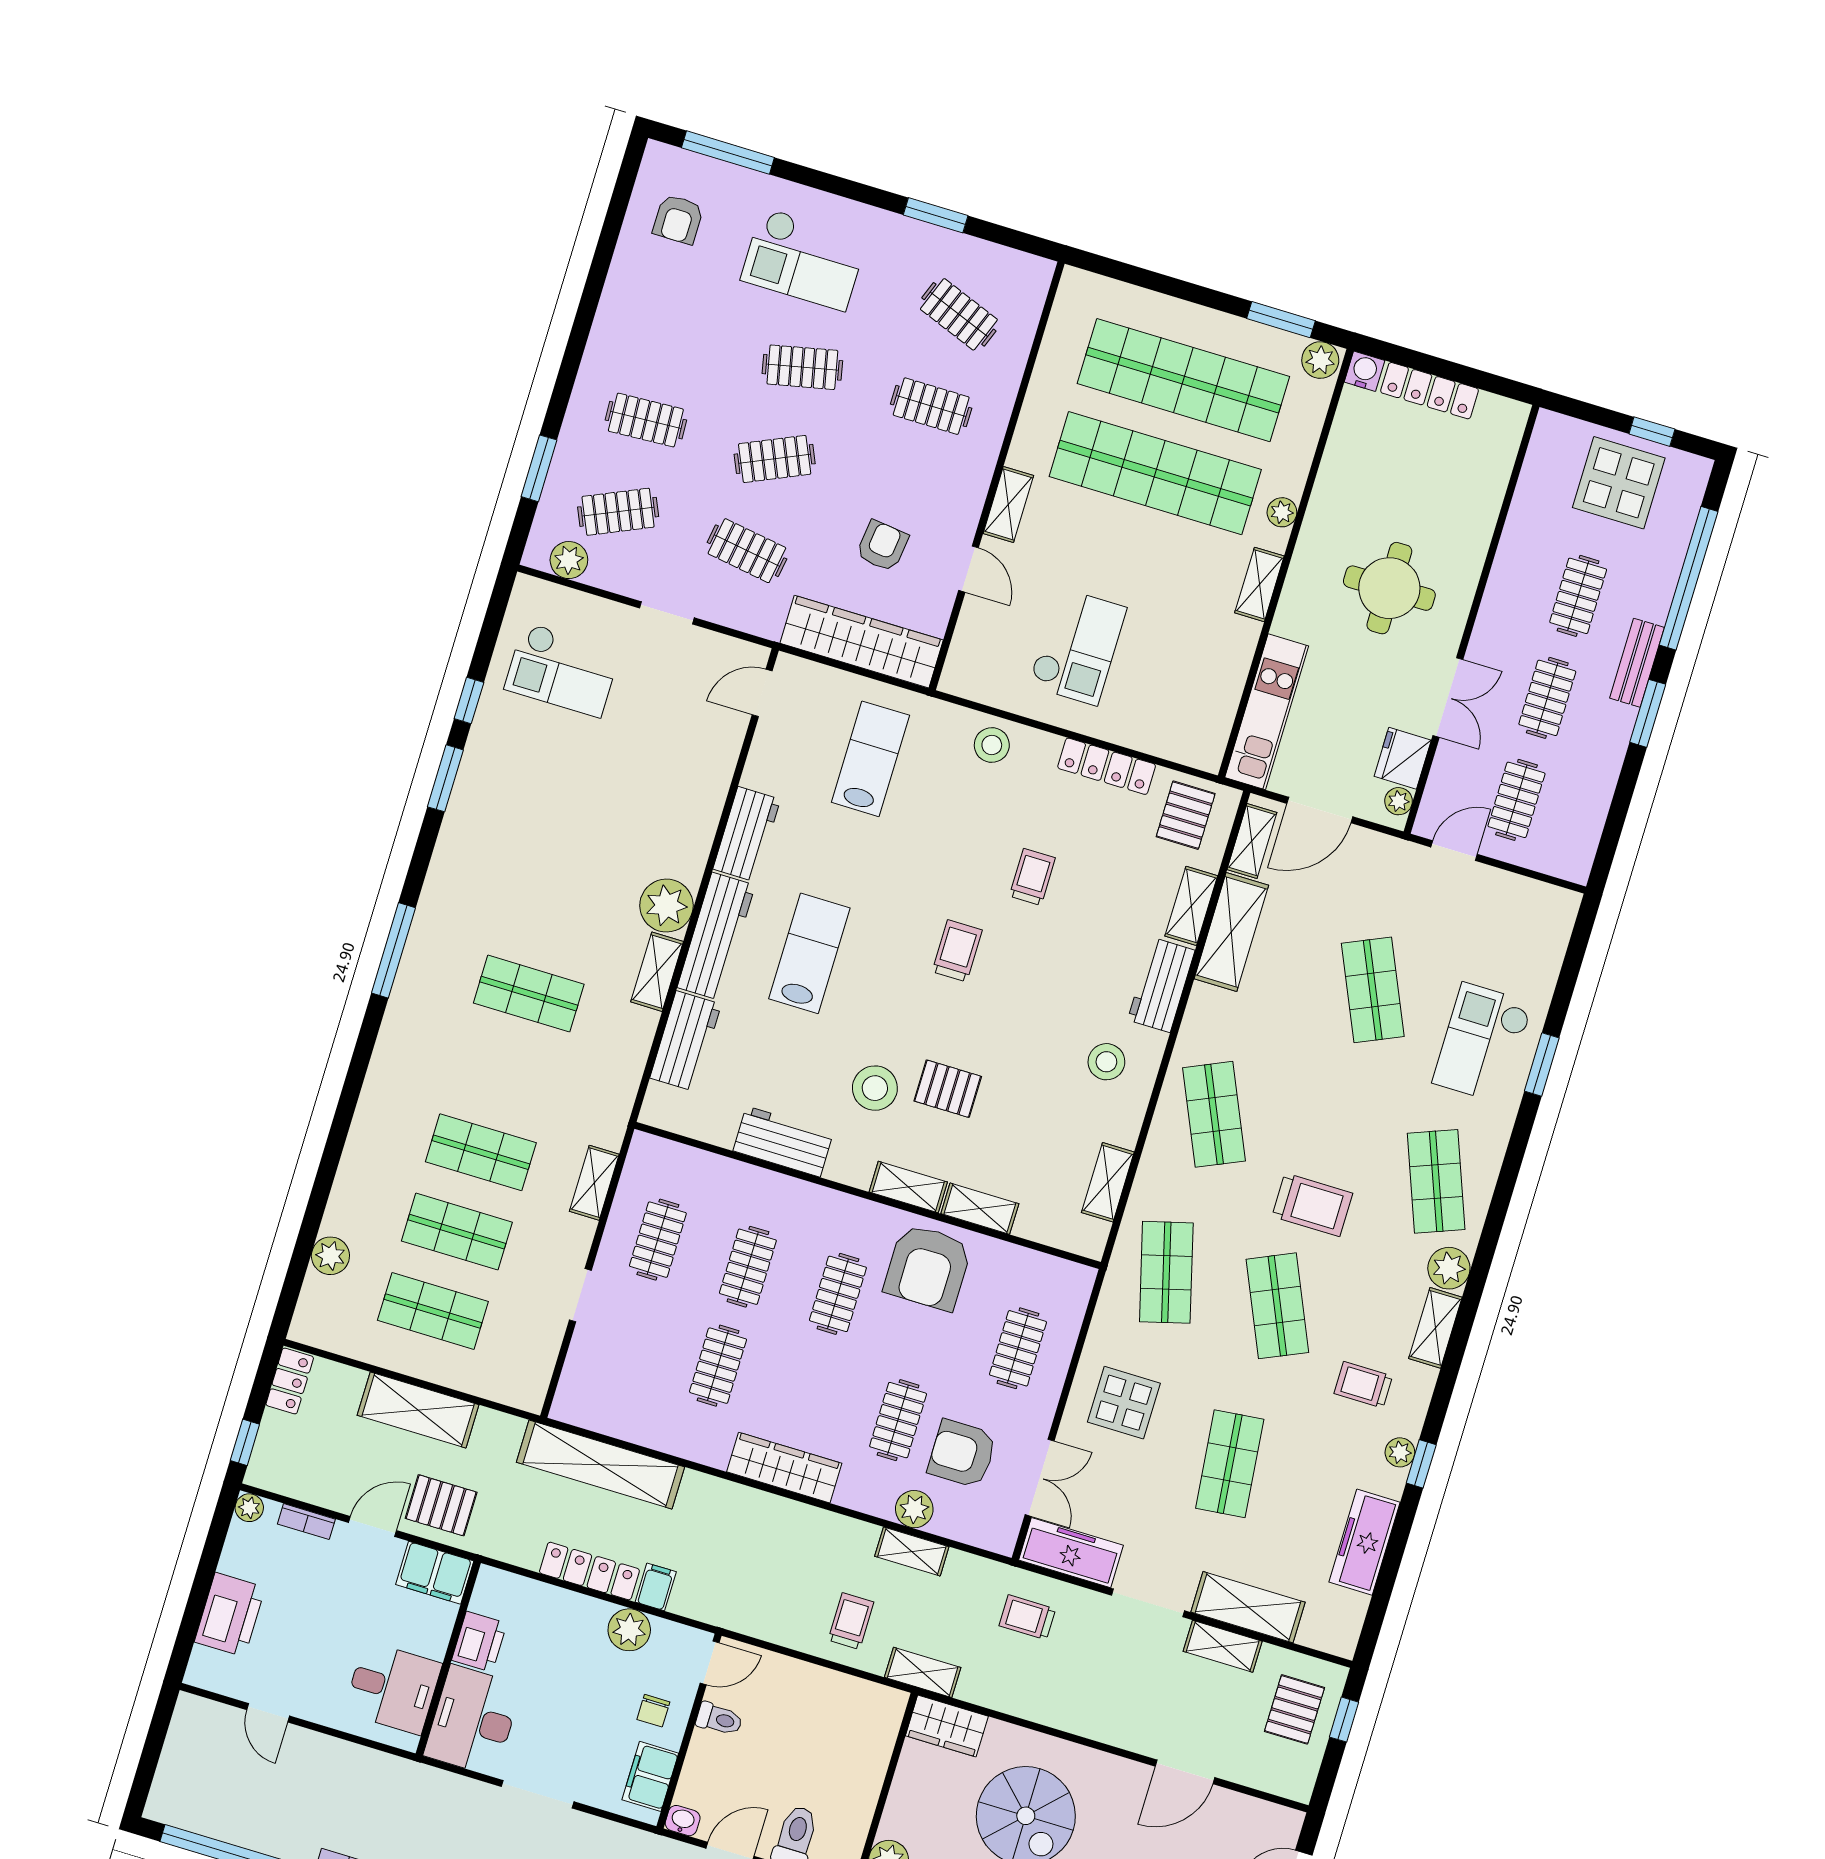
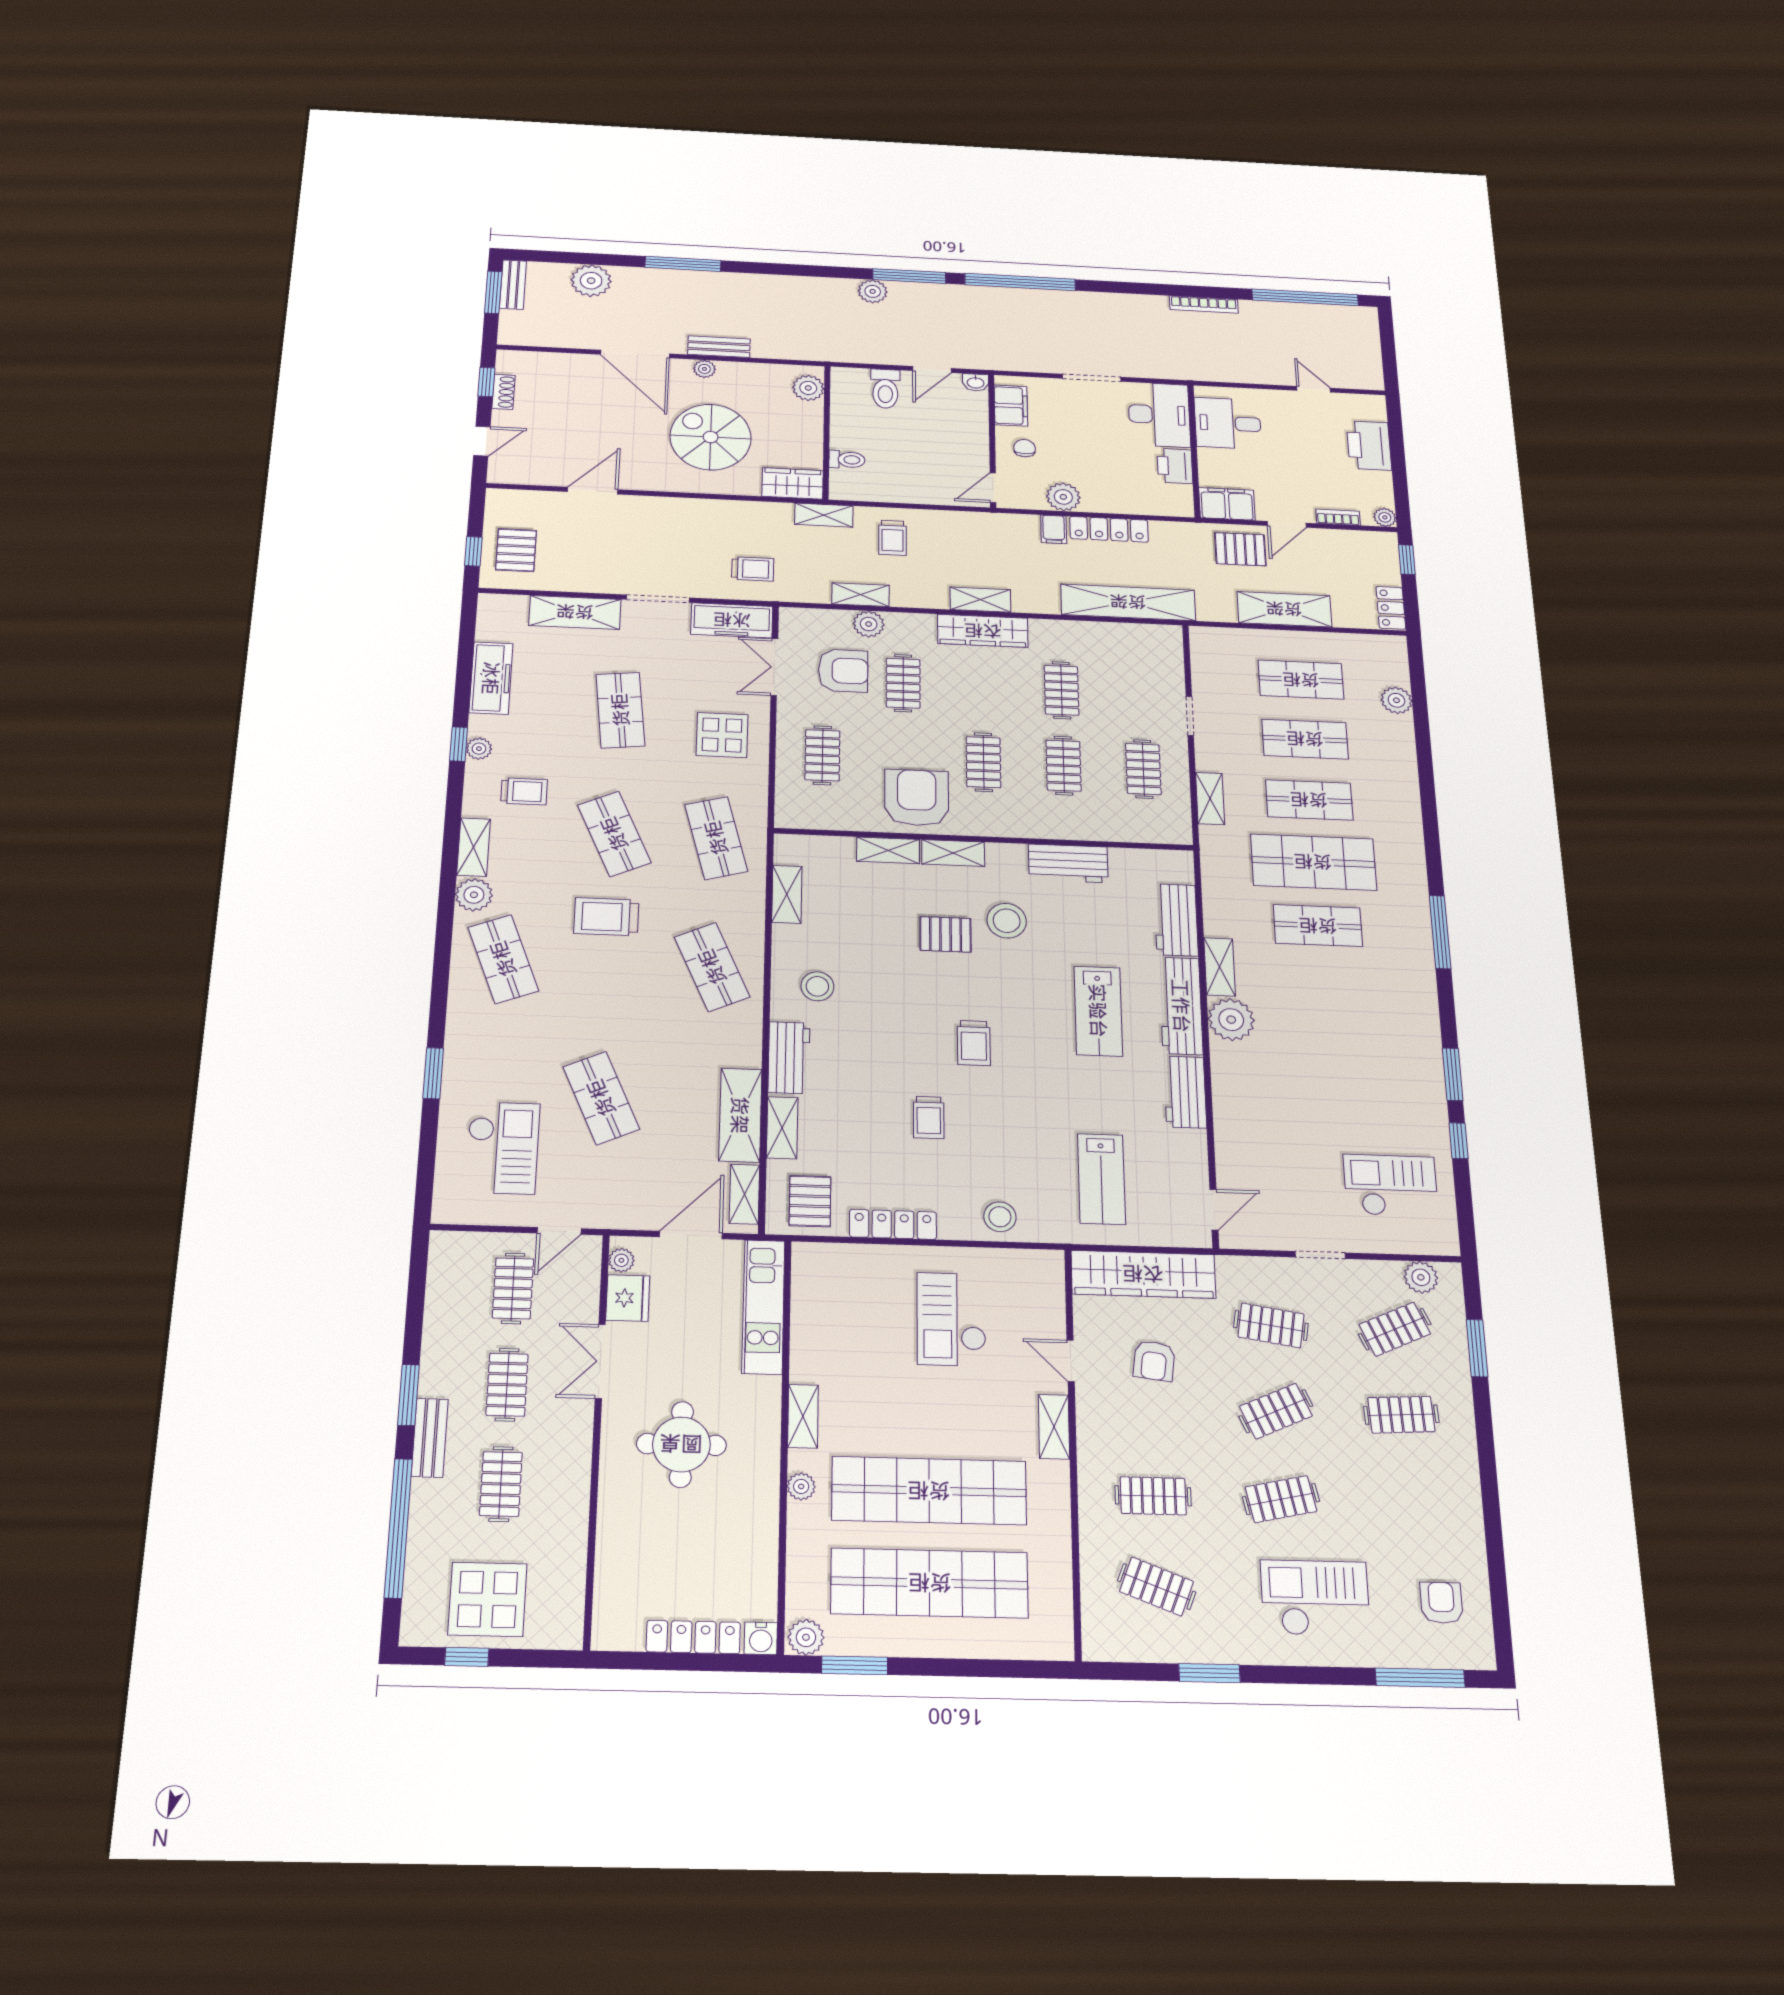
checkout: (1482, 1043) -> (503, 1148), moved
shop shelf: (505, 1073) -> (1313, 862), added
shelving: (1223, 1646) -> (980, 600), moved
toilet: (719, 1719) -> (847, 460), moved, turned 180

